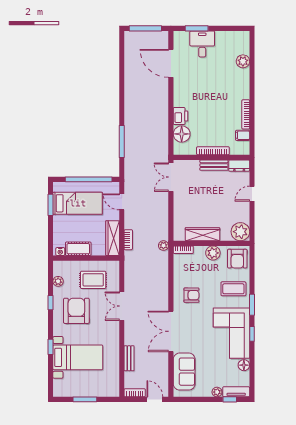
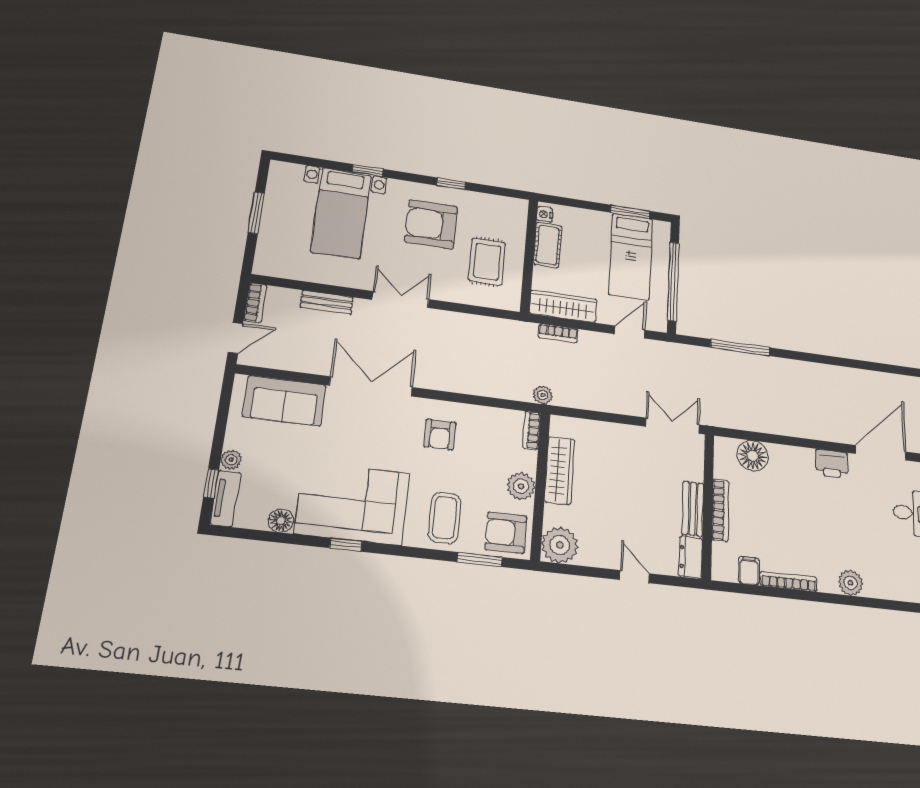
plant: (243, 61) -> (851, 583), moved
printer: (181, 116) -> (832, 464), moved
plant: (58, 281) -> (490, 202), removed
window: (252, 305) -> (480, 560), moved
double door: (122, 306) -> (400, 299), moved
armchair: (76, 311) -> (431, 224), turned 180

